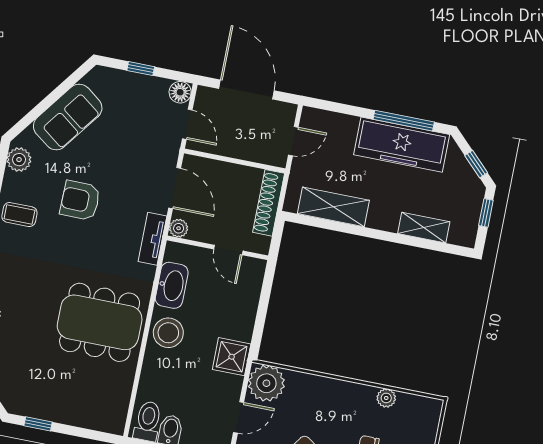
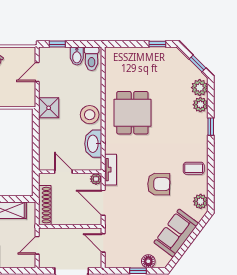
floor lamp: (180, 92) -> (148, 261), moved
dining table: (100, 322) -> (132, 113), width x0.73
plant: (266, 383) -> (24, 96), removed

